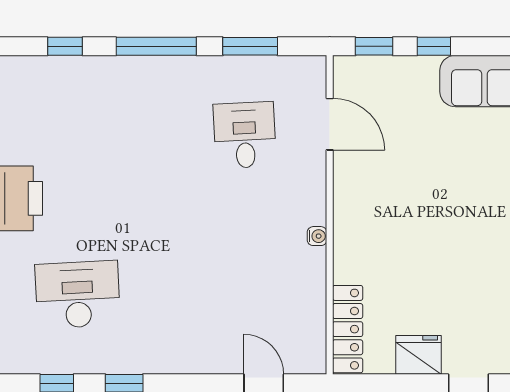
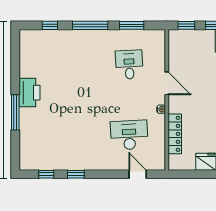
door: (330, 124) -> (167, 83), moved
desk: (78, 295) -> (129, 135), moved
locker: (348, 329) -> (175, 134), moved

